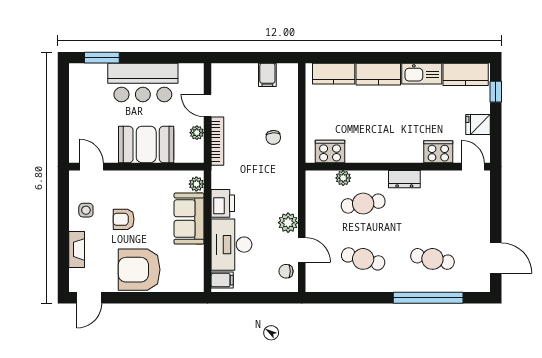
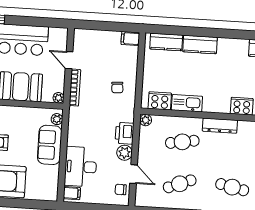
kitchen sink: (422, 74) -> (187, 103), moved, turned 180
filing cabinet: (267, 75) -> (130, 38), moved, turned 90
plant: (197, 133) -> (58, 98), moved
plant: (343, 178) -> (146, 120), moved
dresser: (404, 179) -> (220, 126), width x1.44
printer: (223, 203) -> (125, 133), moved, turned 180
cafe table: (363, 259) -> (180, 184), turned -36

